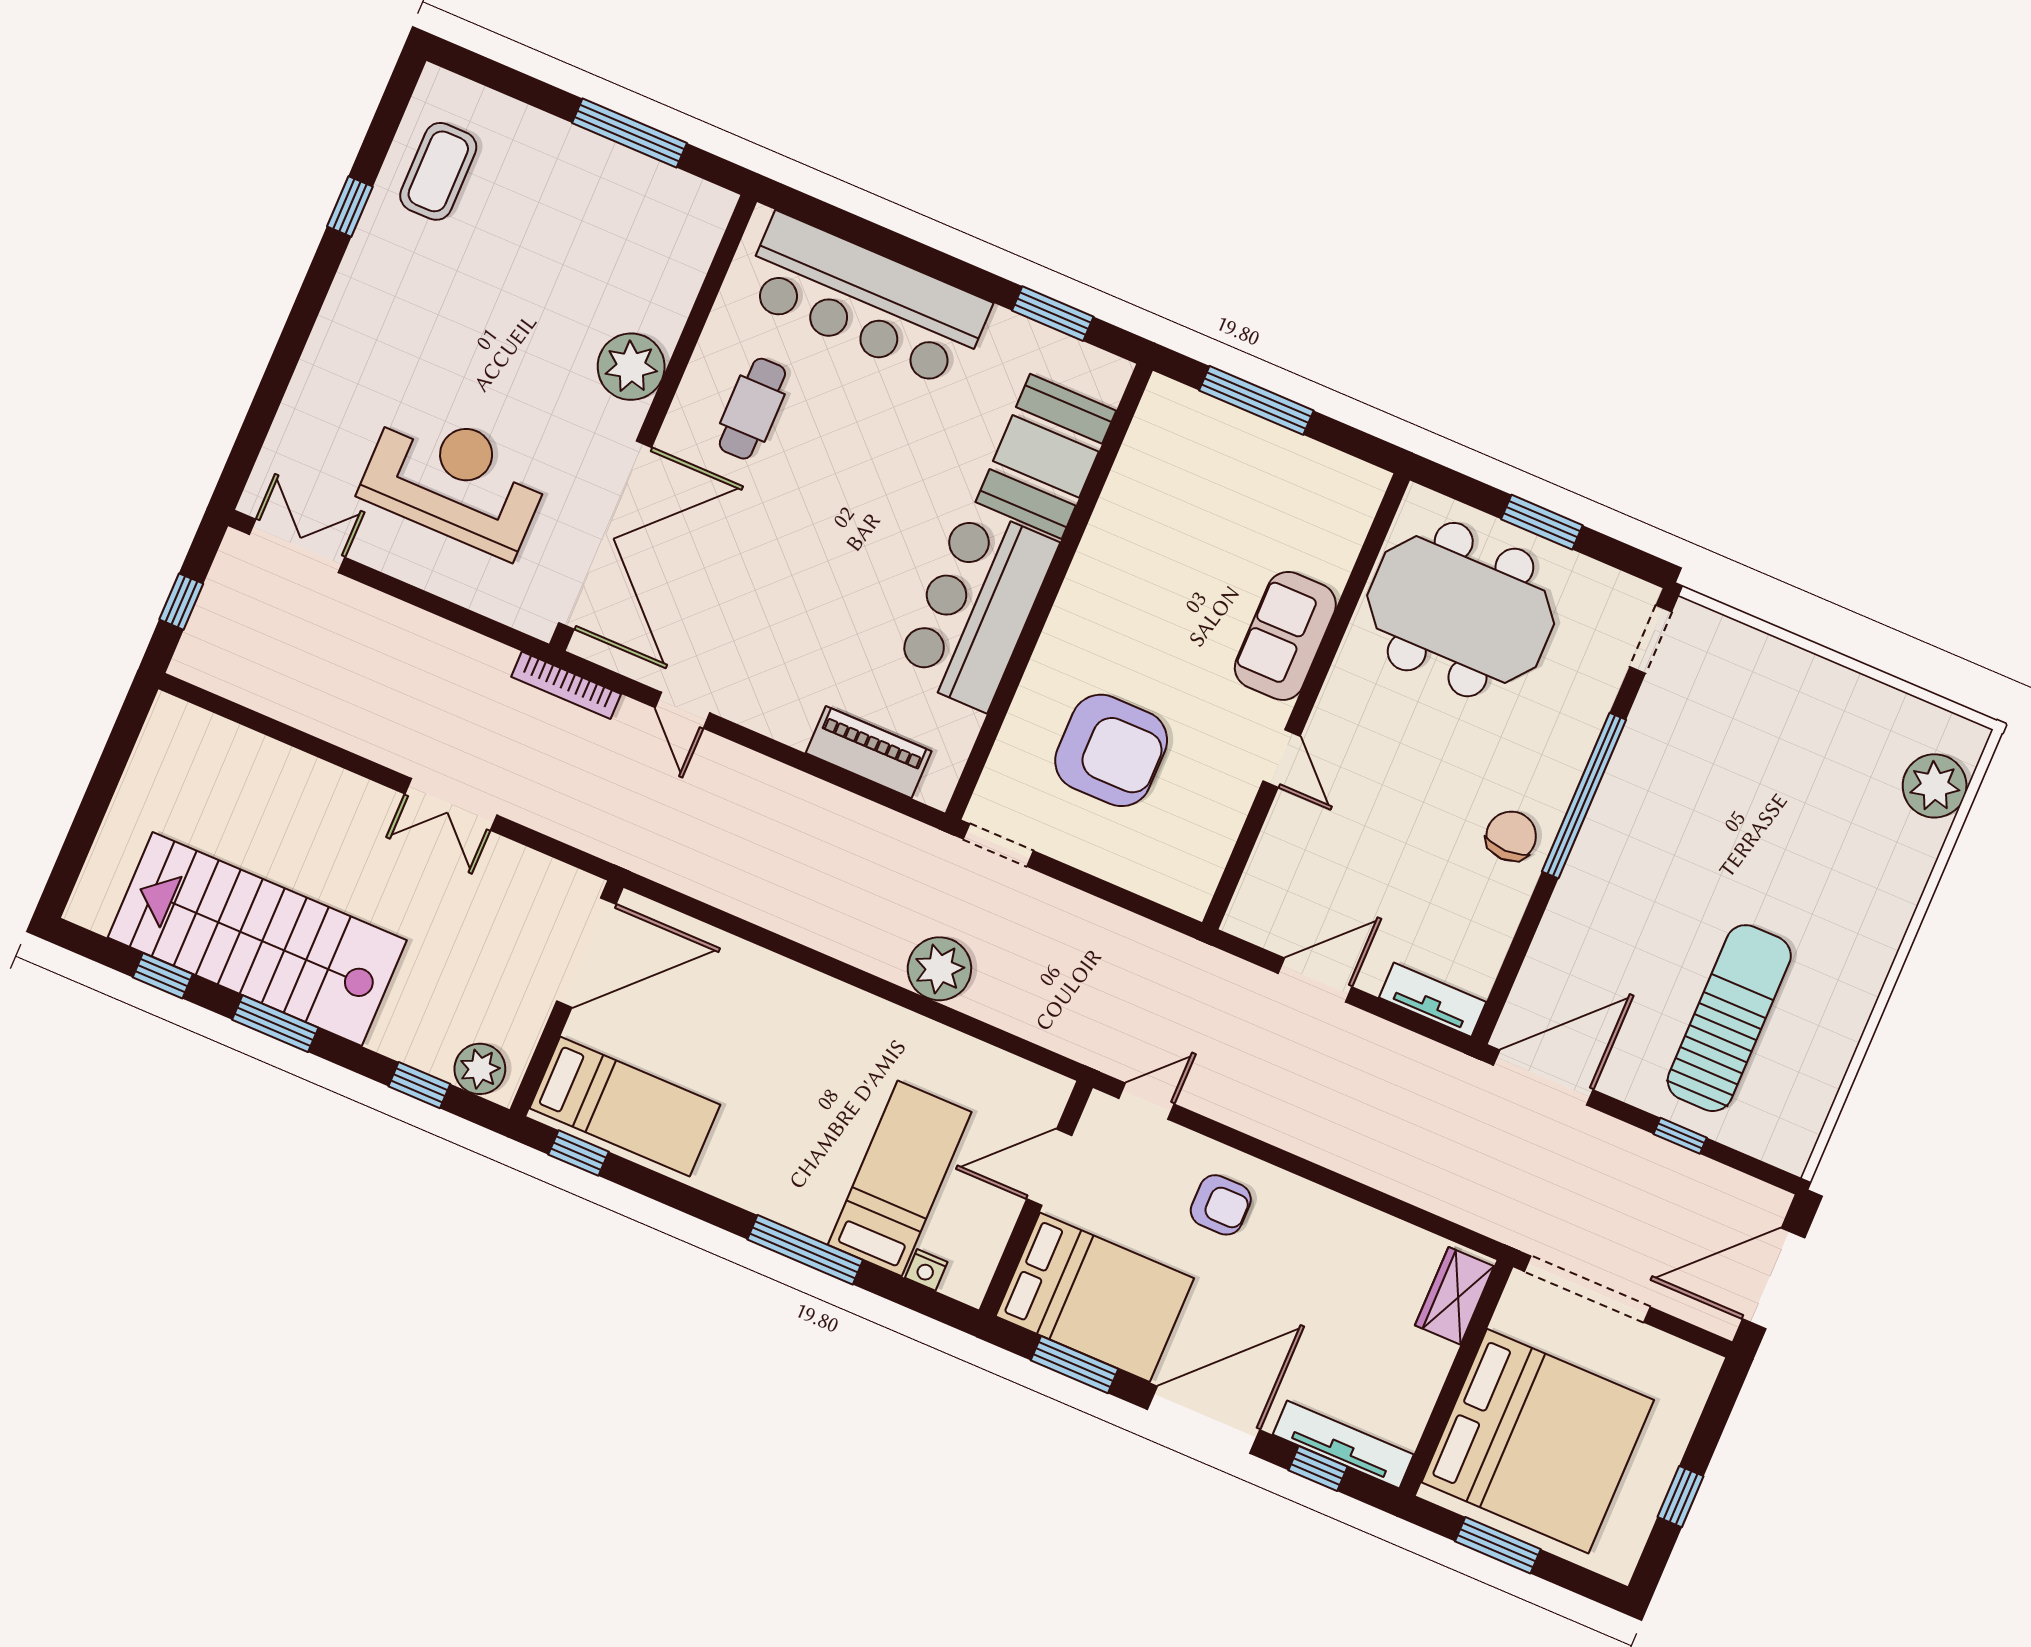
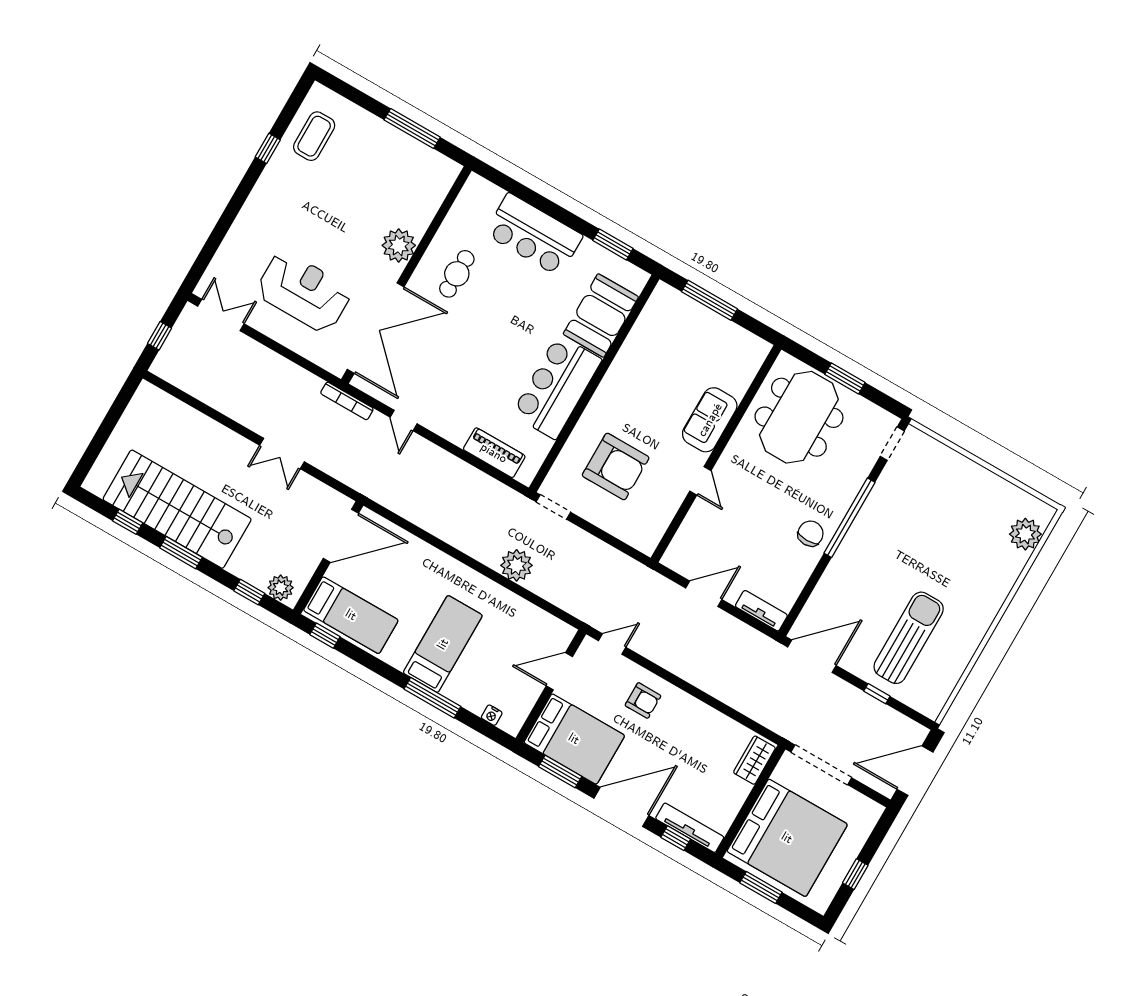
bar counter: (865, 301) -> (534, 235), width x0.73
meeting table: (1461, 610) -> (799, 417), turned 90
bed: (900, 1178) -> (443, 644), moved

